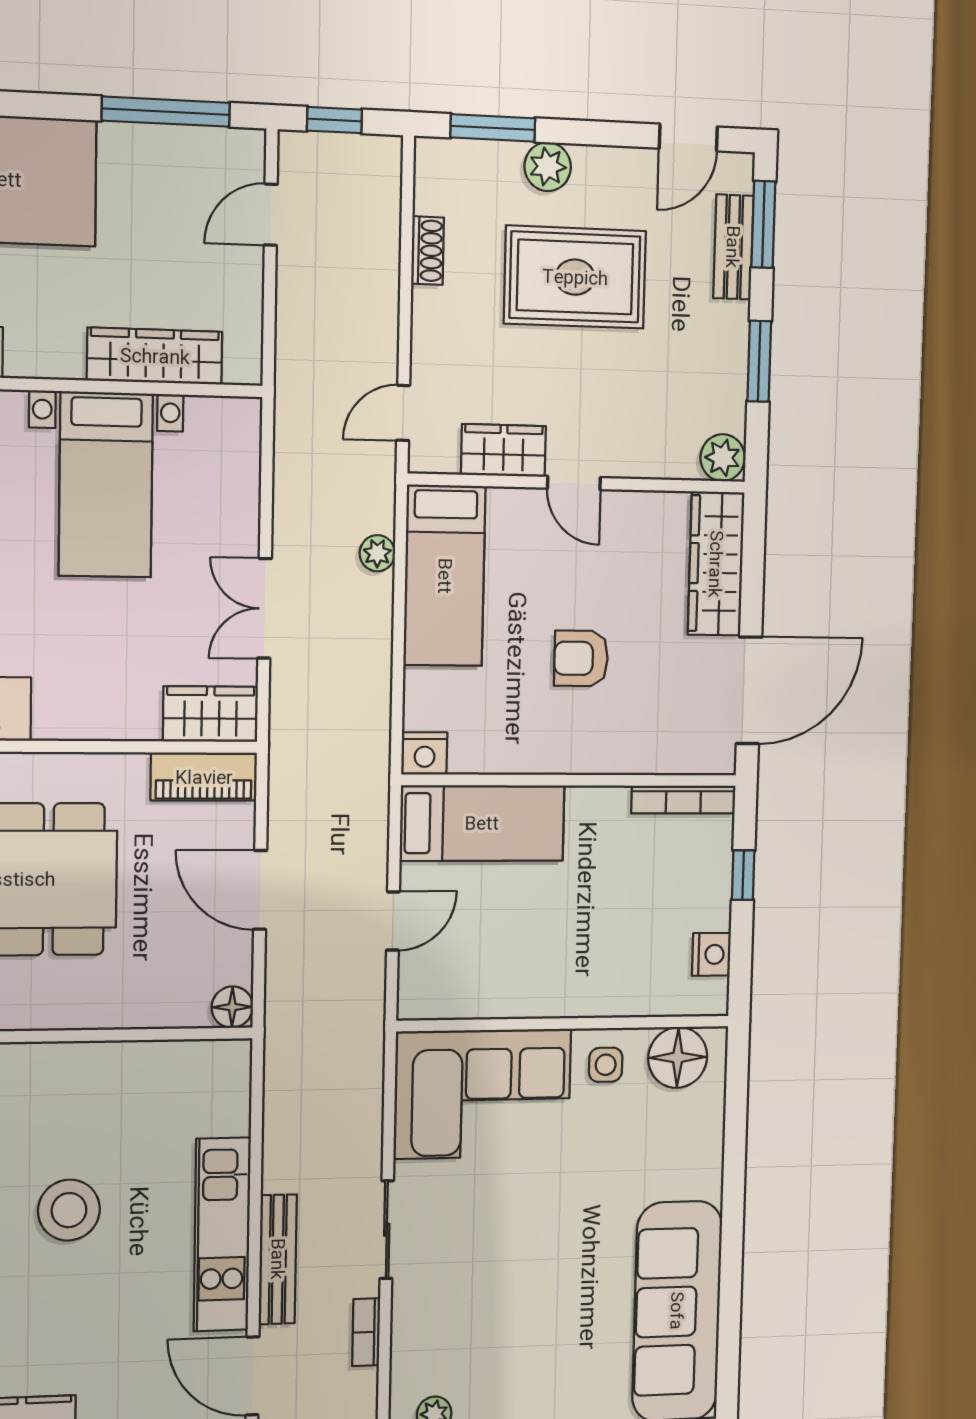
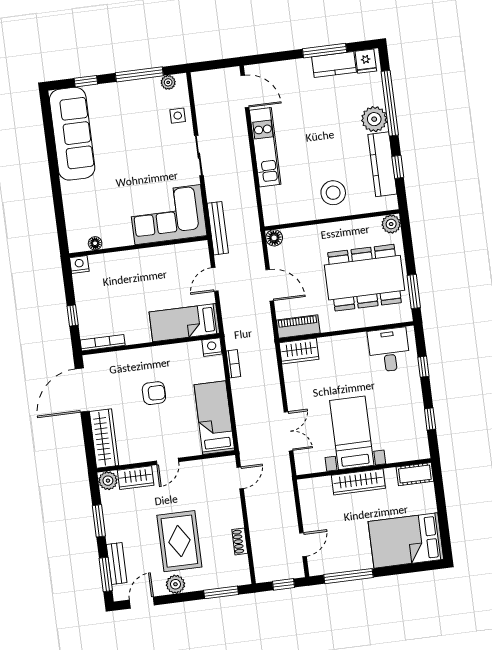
plant: (548, 167) -> (175, 584), moved
rug: (575, 277) -> (179, 541), turned 90
wardrobe: (155, 356) -> (358, 482), moved
wardrobe: (503, 450) -> (136, 478), moved
door: (574, 483) -> (168, 461), swing flipped
plant: (377, 553) -> (242, 422), removed
double door: (265, 608) -> (288, 431), moved
nightstand: (711, 954) -> (79, 264), moved, turned 90
floor lamp: (678, 1057) -> (95, 243), width x0.53, depth x0.53
side table: (606, 1065) -> (178, 116), moved
stool: (69, 1210) -> (333, 193), moved
bench: (278, 1259) -> (218, 228), moved
bookcase: (366, 1332) -> (233, 364), moved

